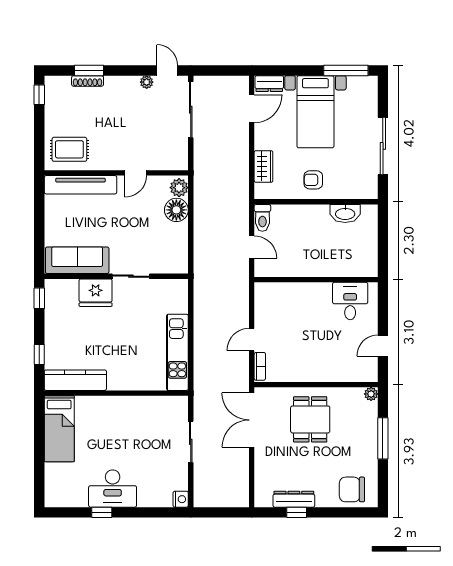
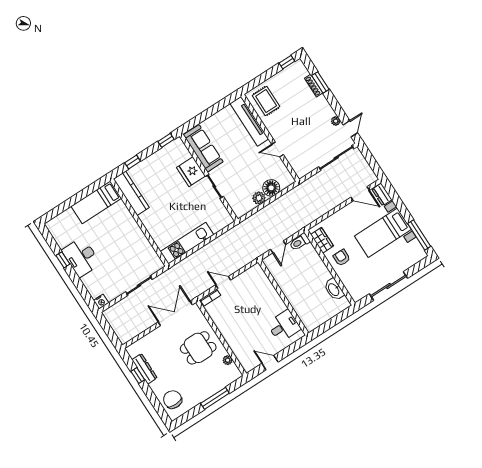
wardrobe: (263, 166) -> (322, 240), moved, turned -90
plant: (179, 188) -> (259, 198), moved
plant: (371, 394) -> (228, 360), moved

